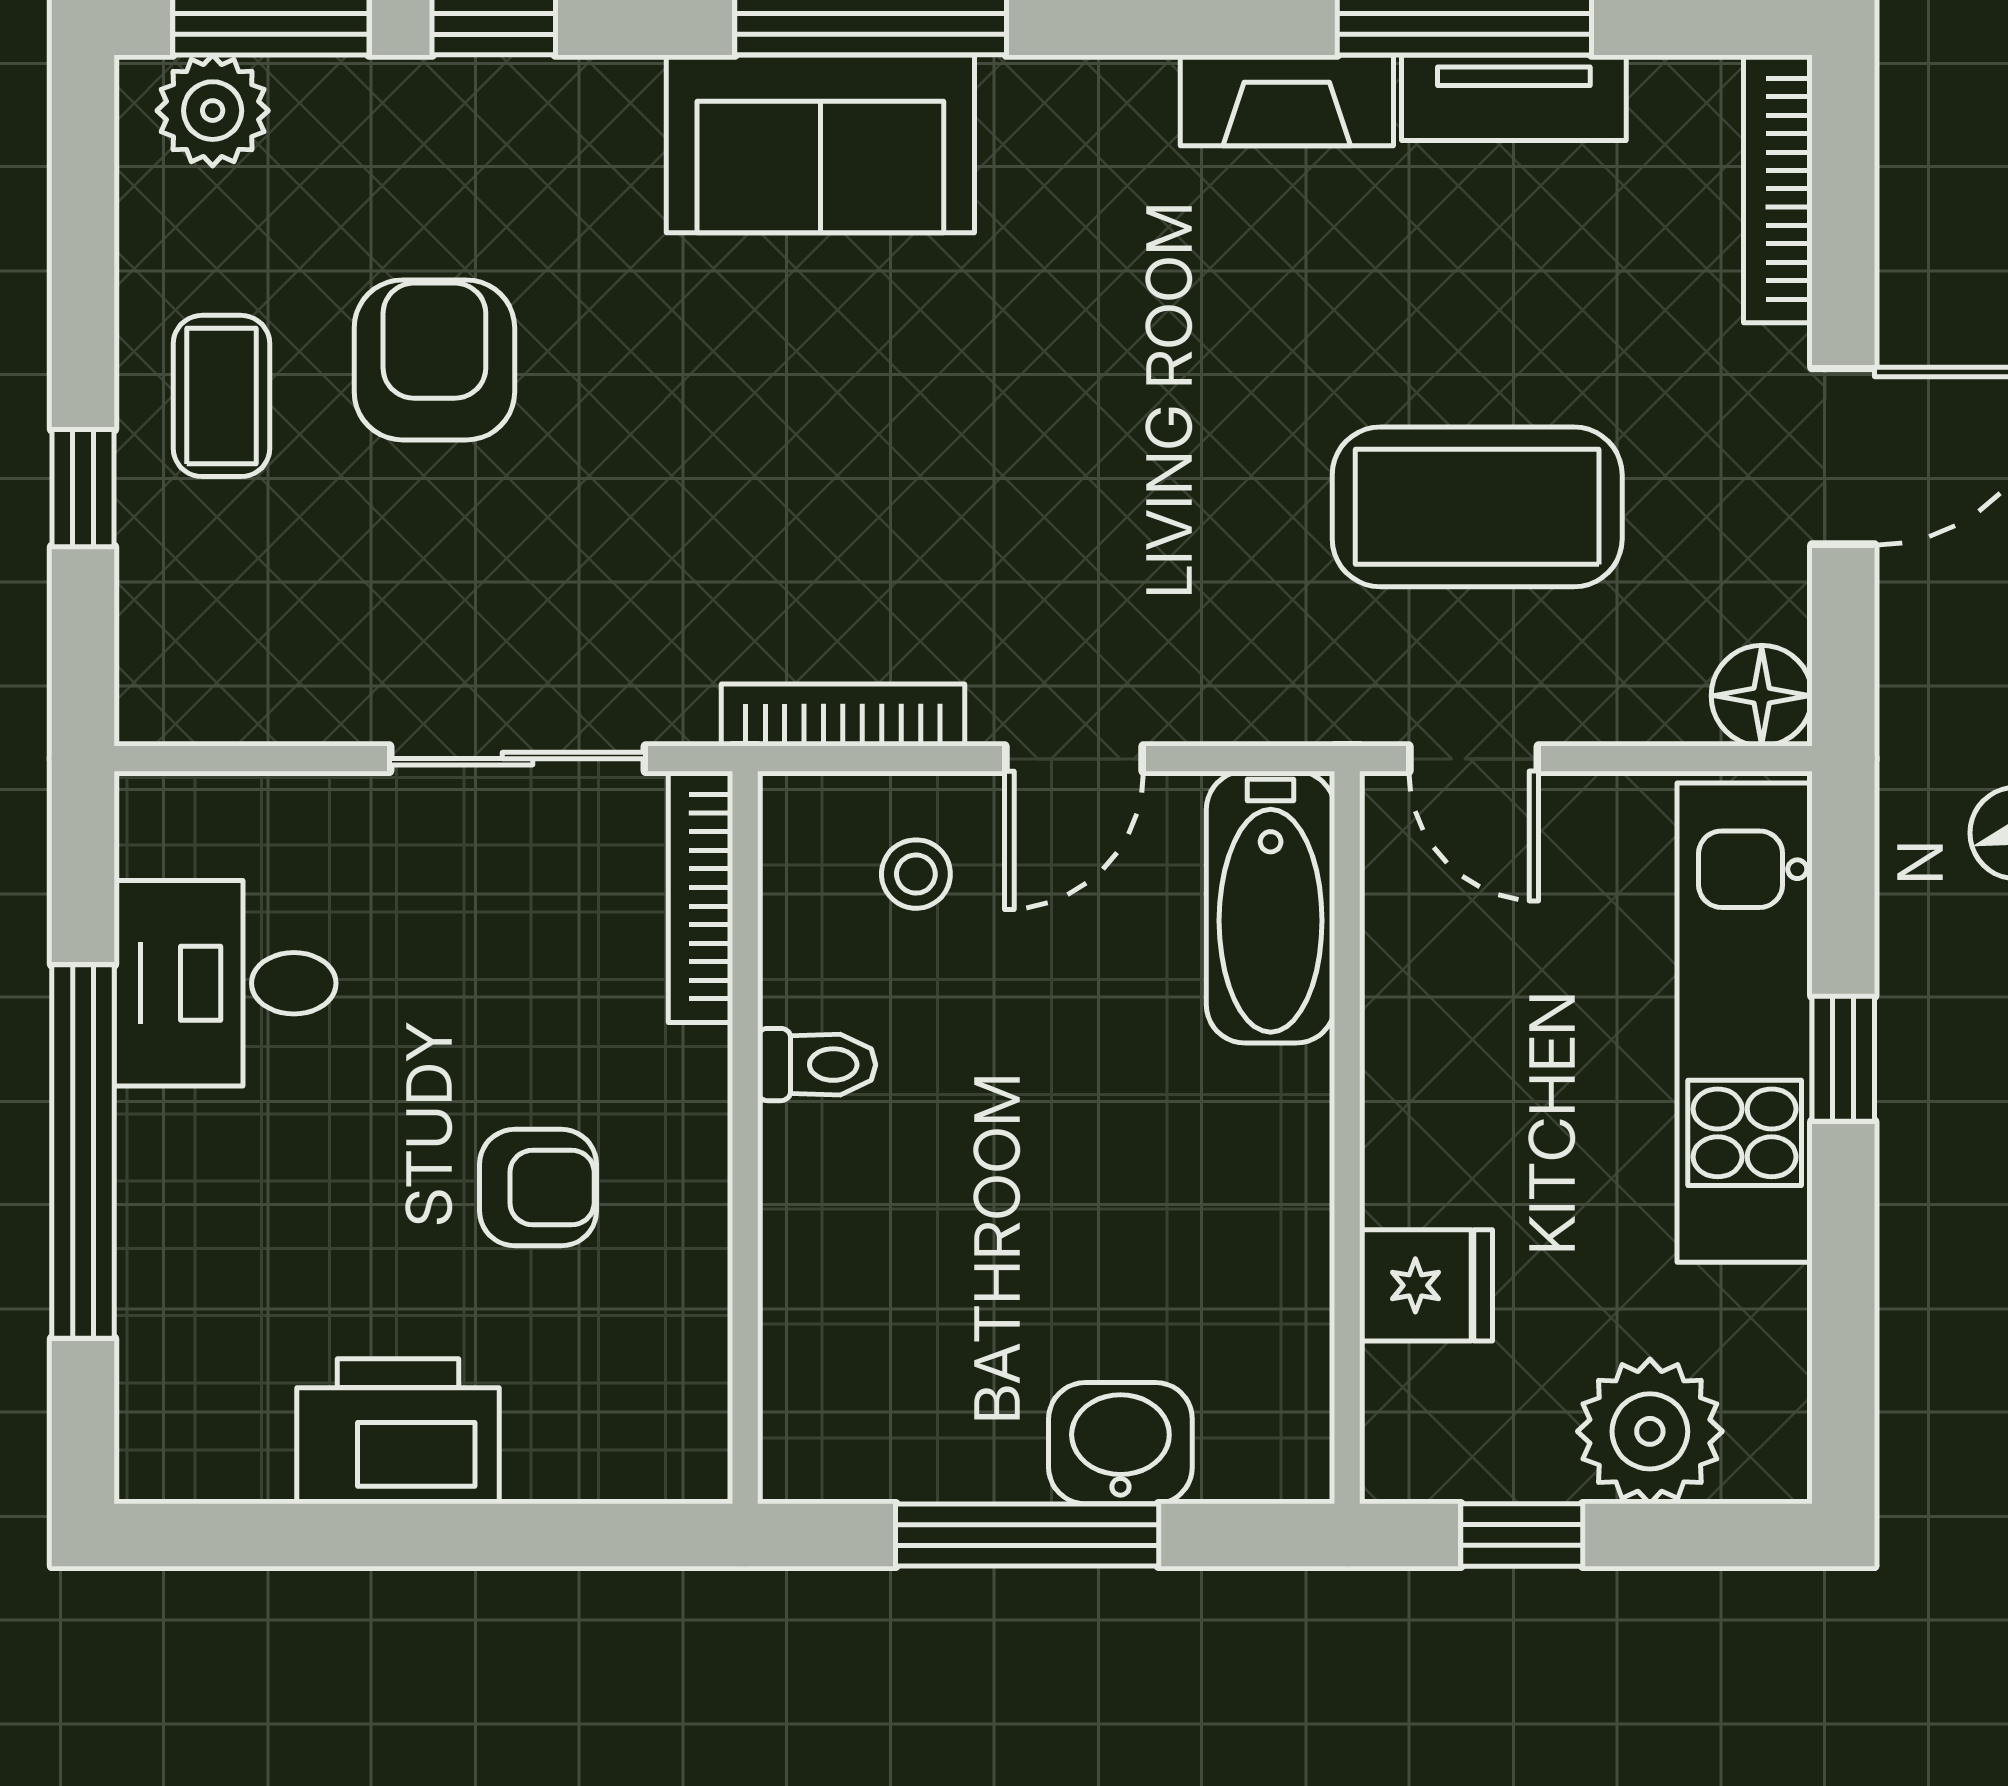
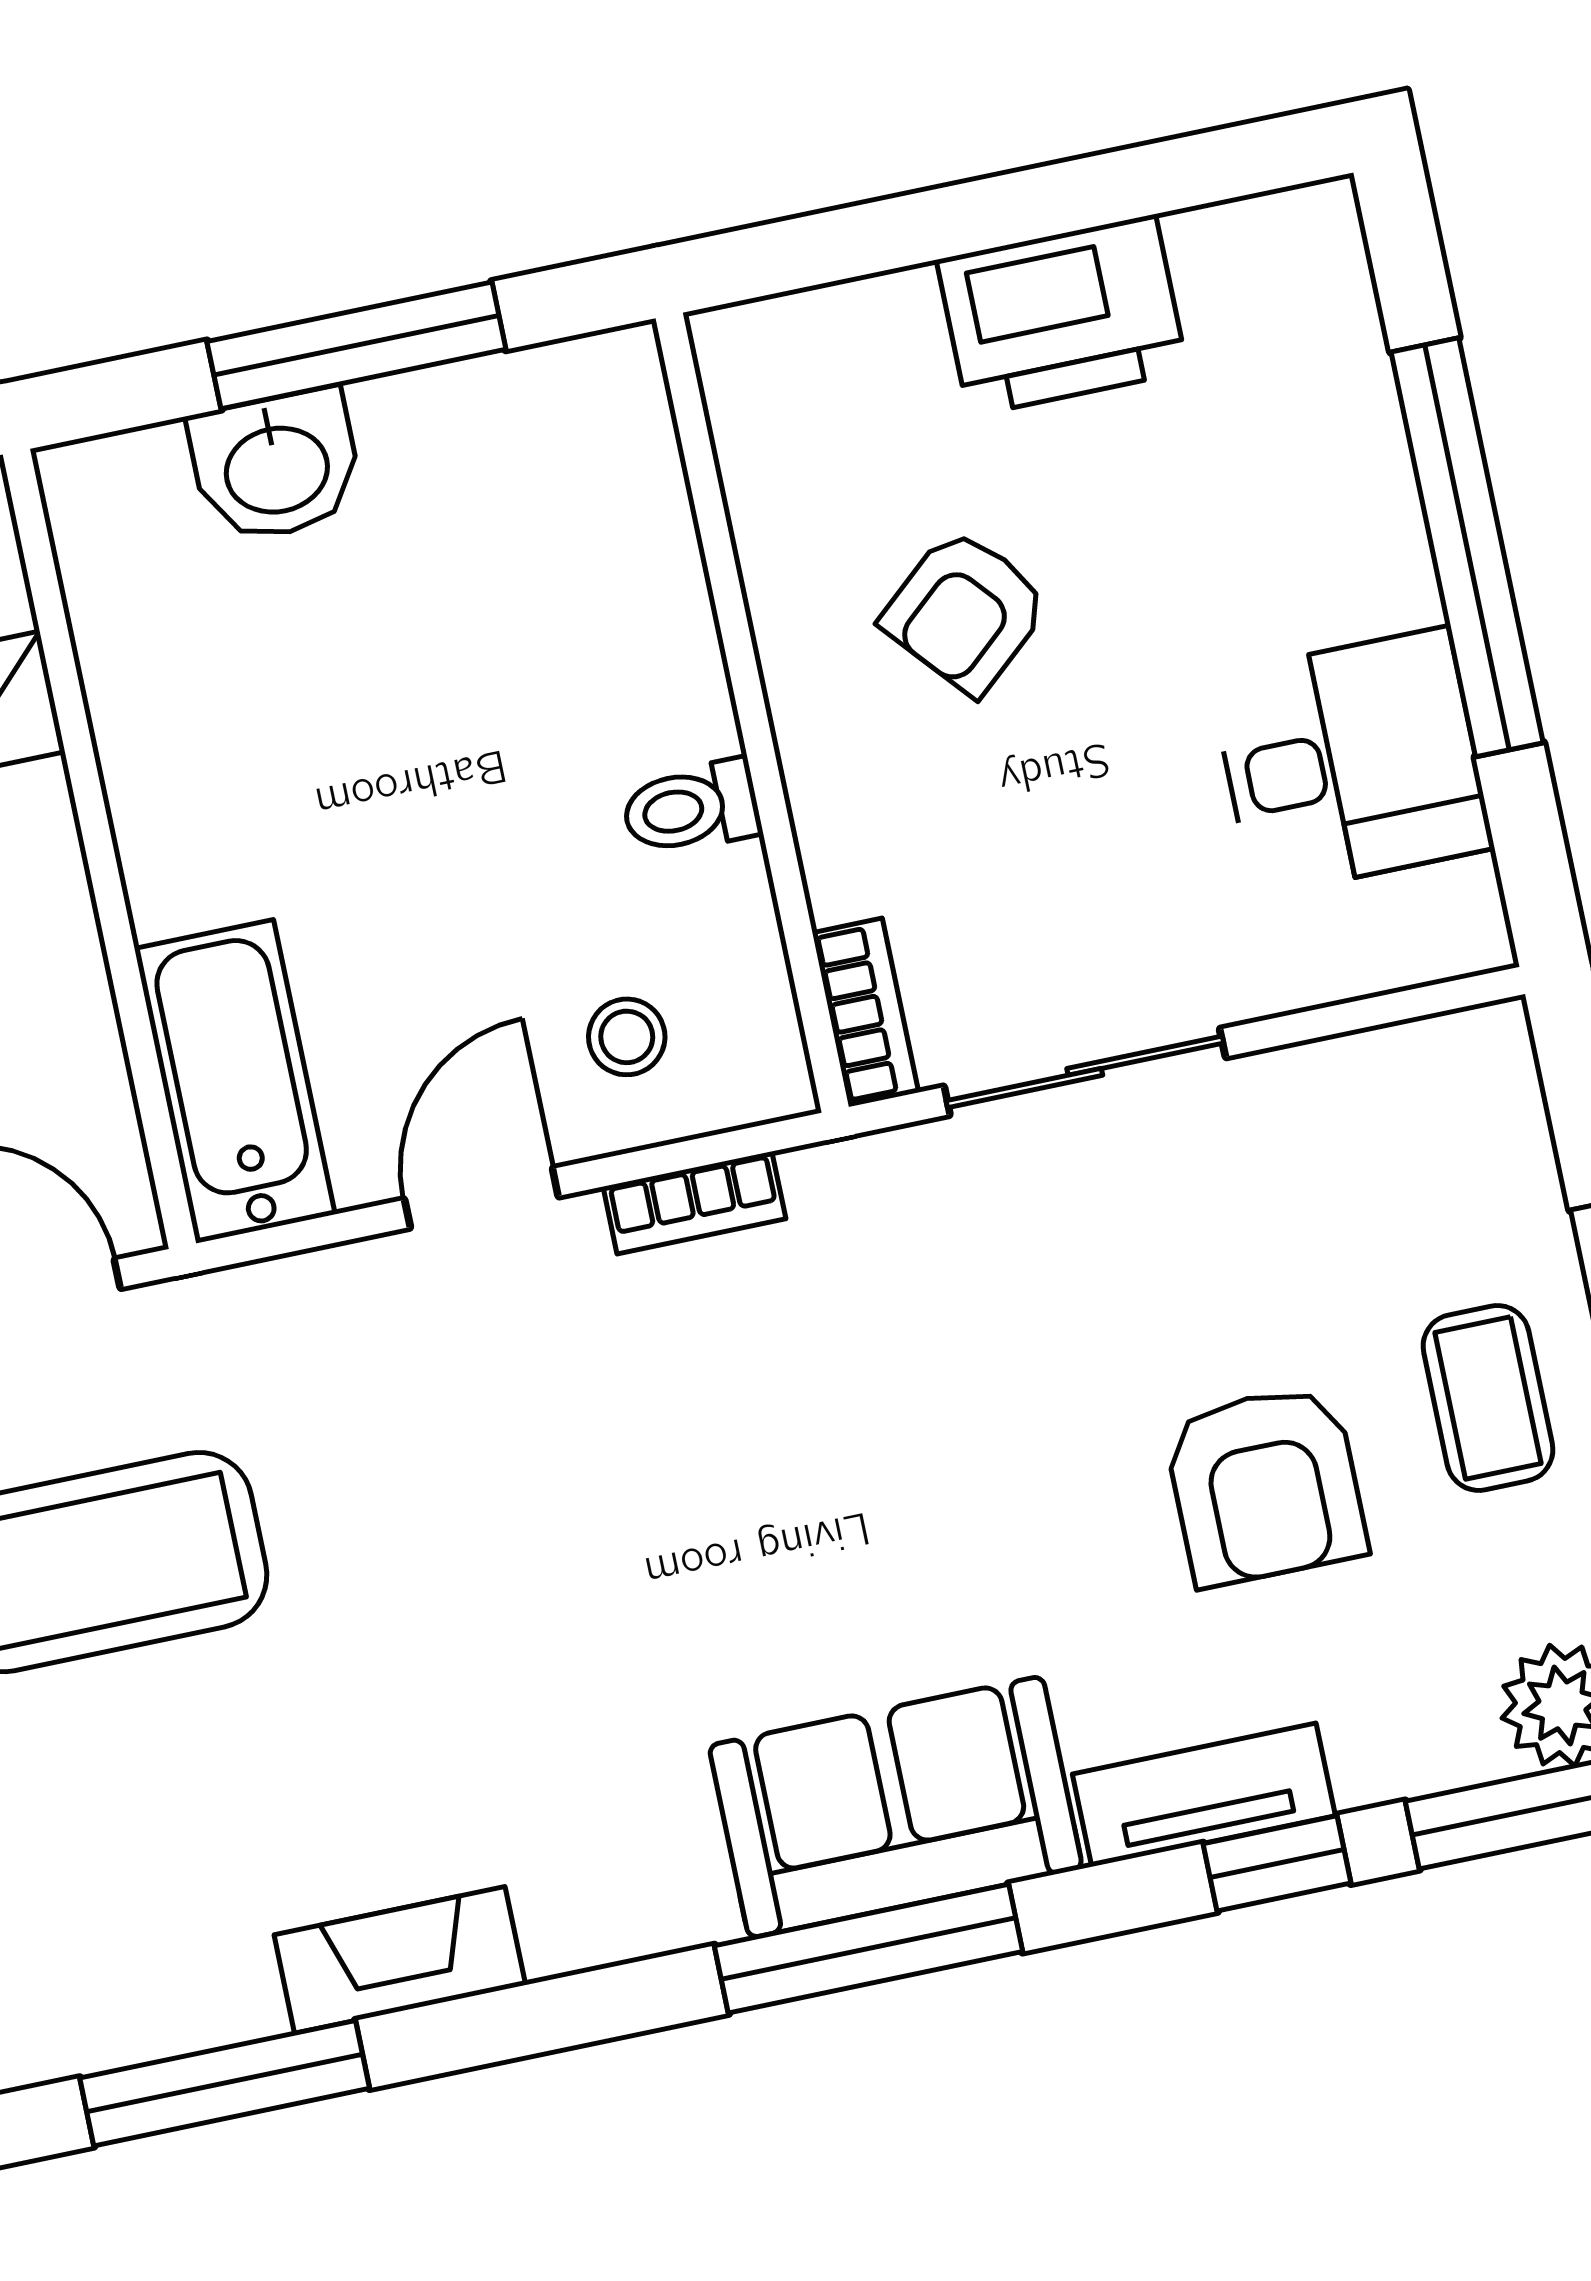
tv unit: (1514, 98) -> (1204, 1795), moved
bookcase: (843, 715) -> (694, 1203), width x0.64
bookcase: (700, 897) -> (865, 1013), width x0.64
armchair: (538, 1188) -> (965, 611), turned -41

